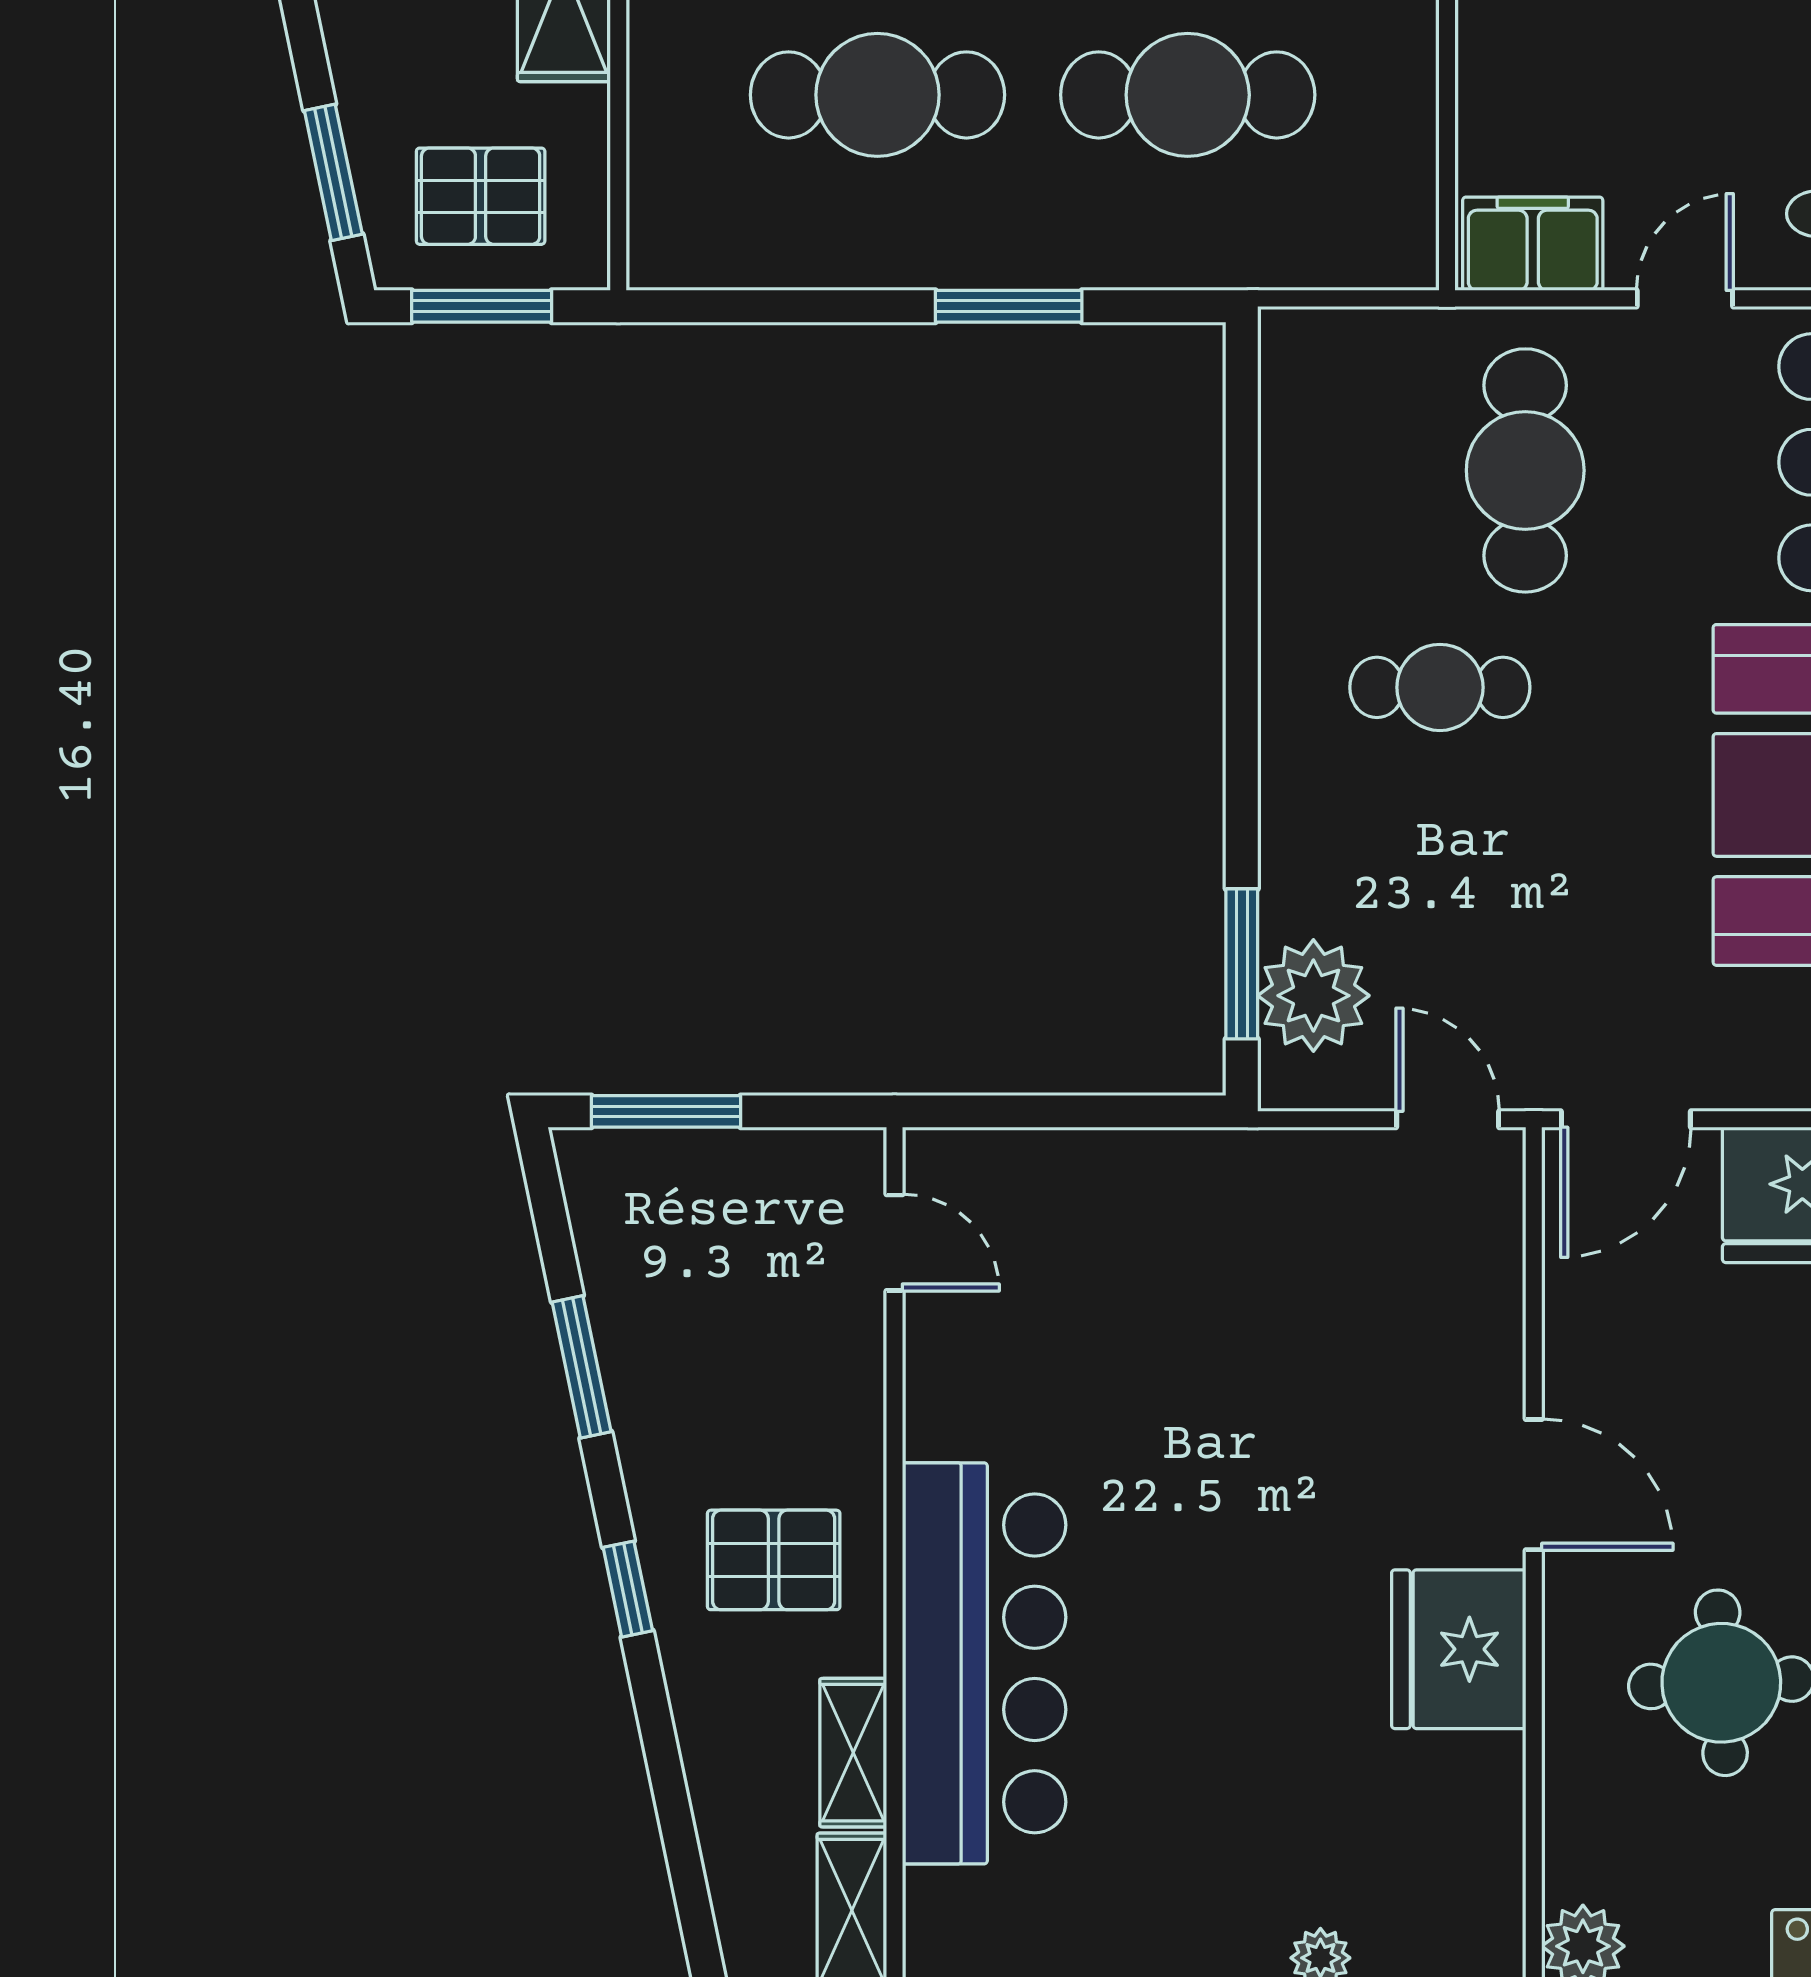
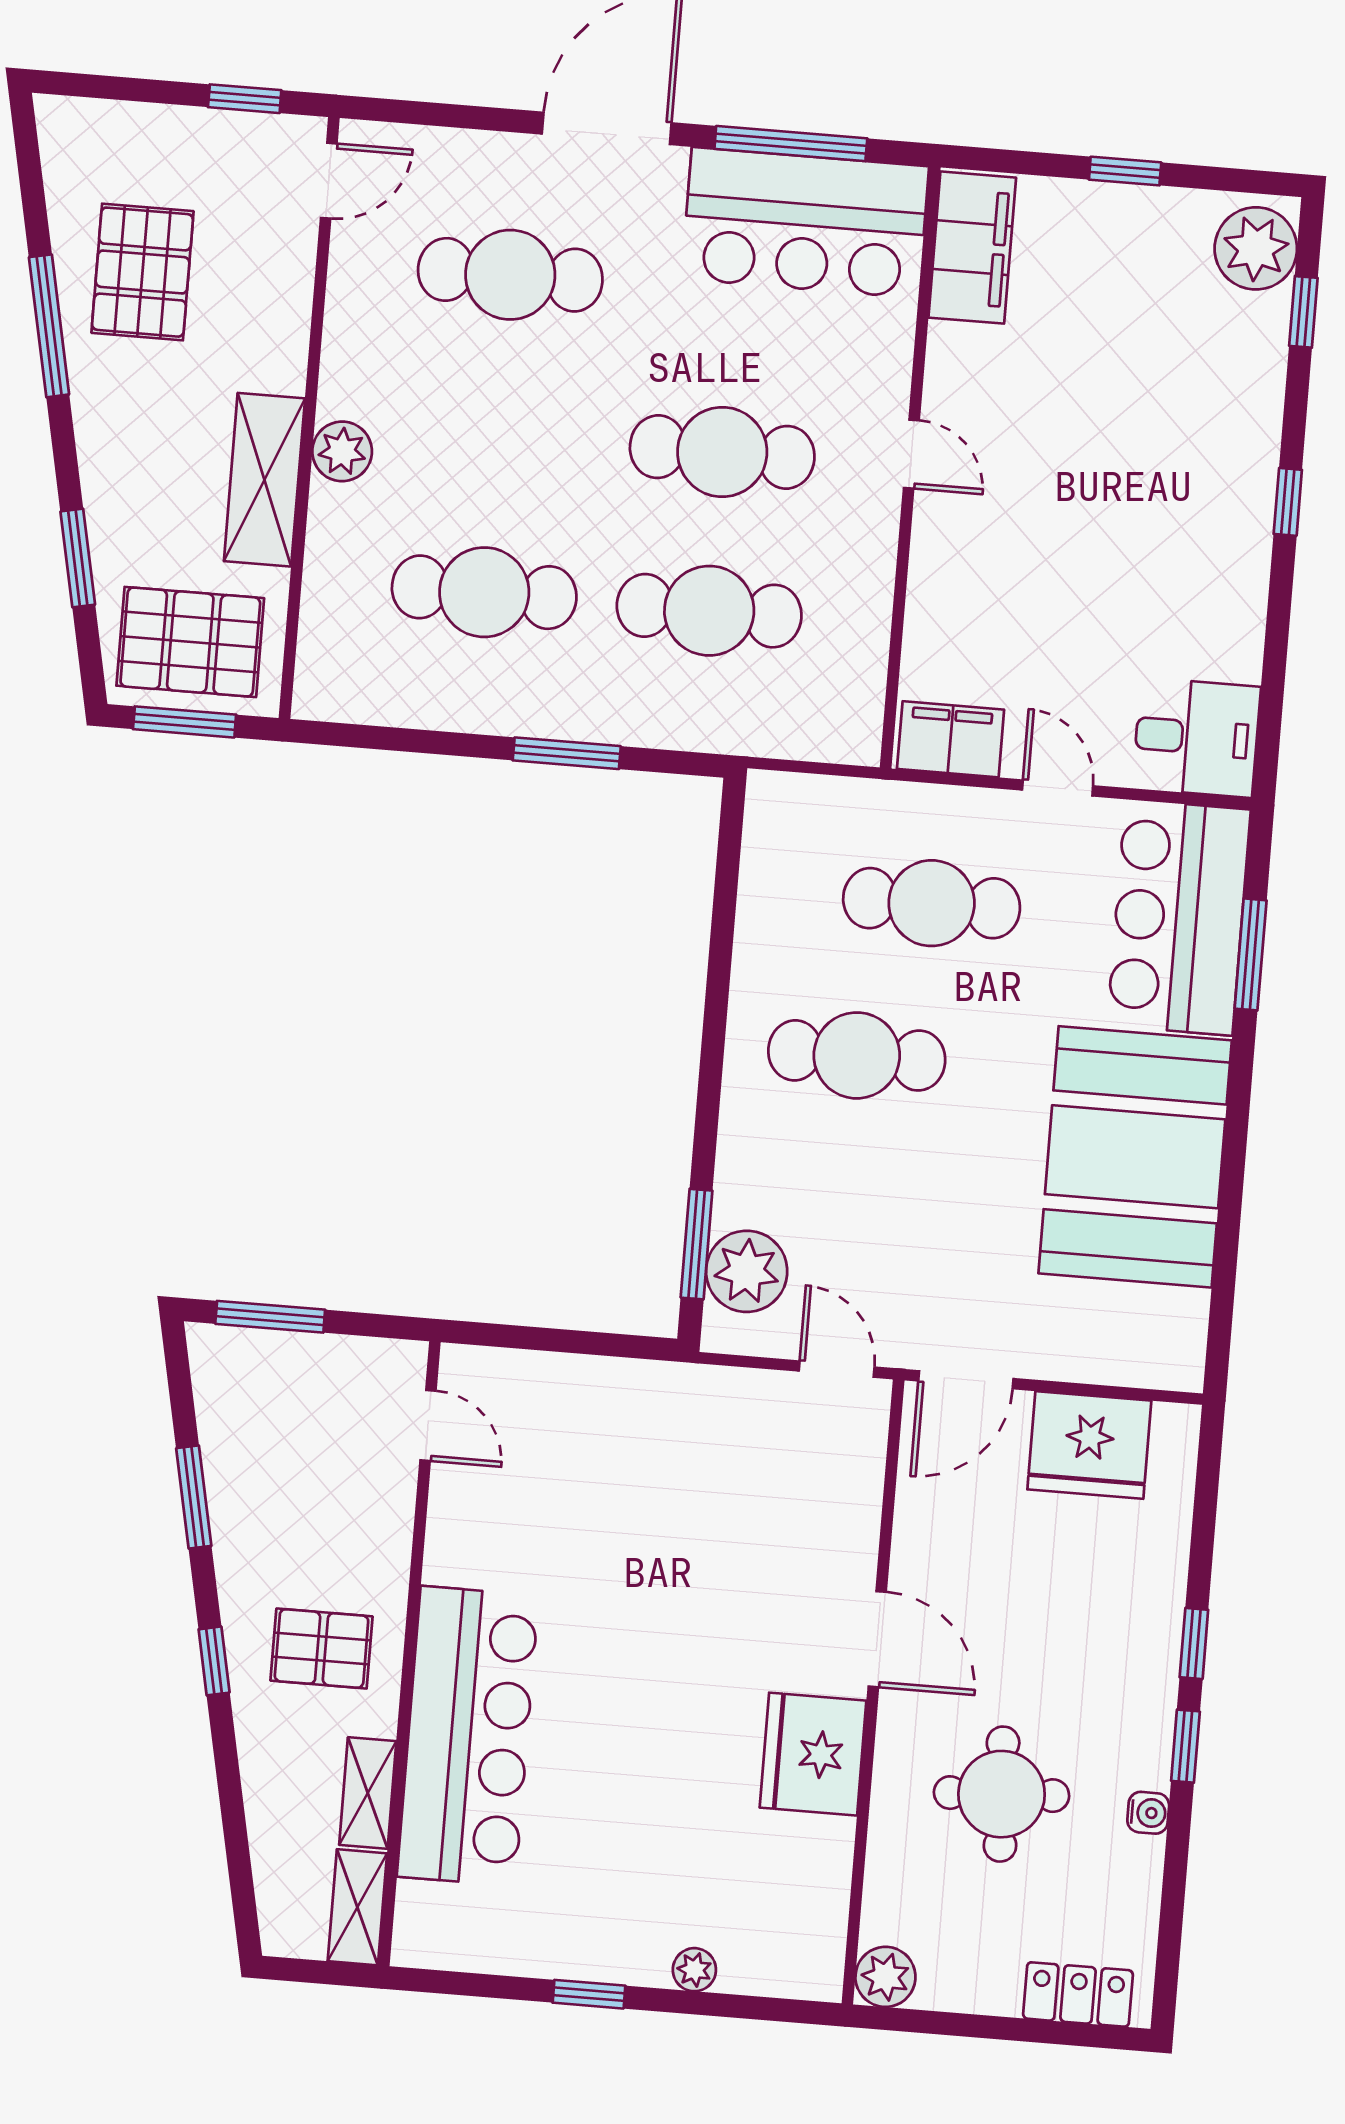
window: (333, 172) -> (78, 558), moved
pallet: (481, 196) -> (190, 642), width x1.50, depth x1.42
door: (1685, 298) -> (1058, 788), hinge flipped
cafe table: (1525, 470) -> (932, 903), turned 90
cafe table: (1440, 687) -> (857, 1055), width x1.37, depth x1.35

